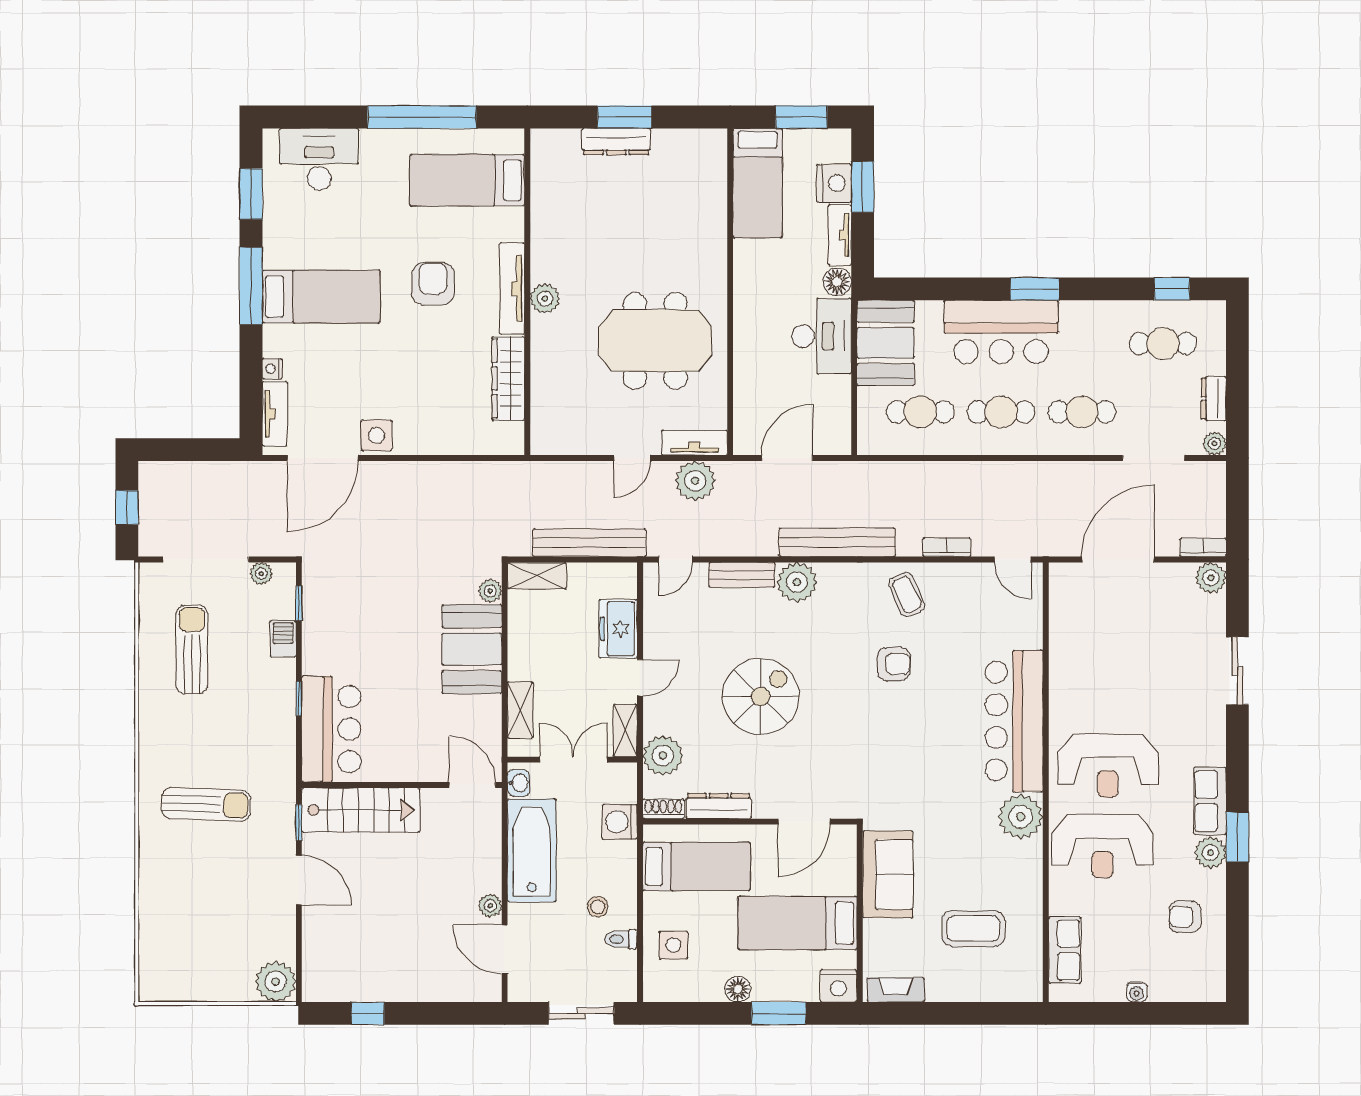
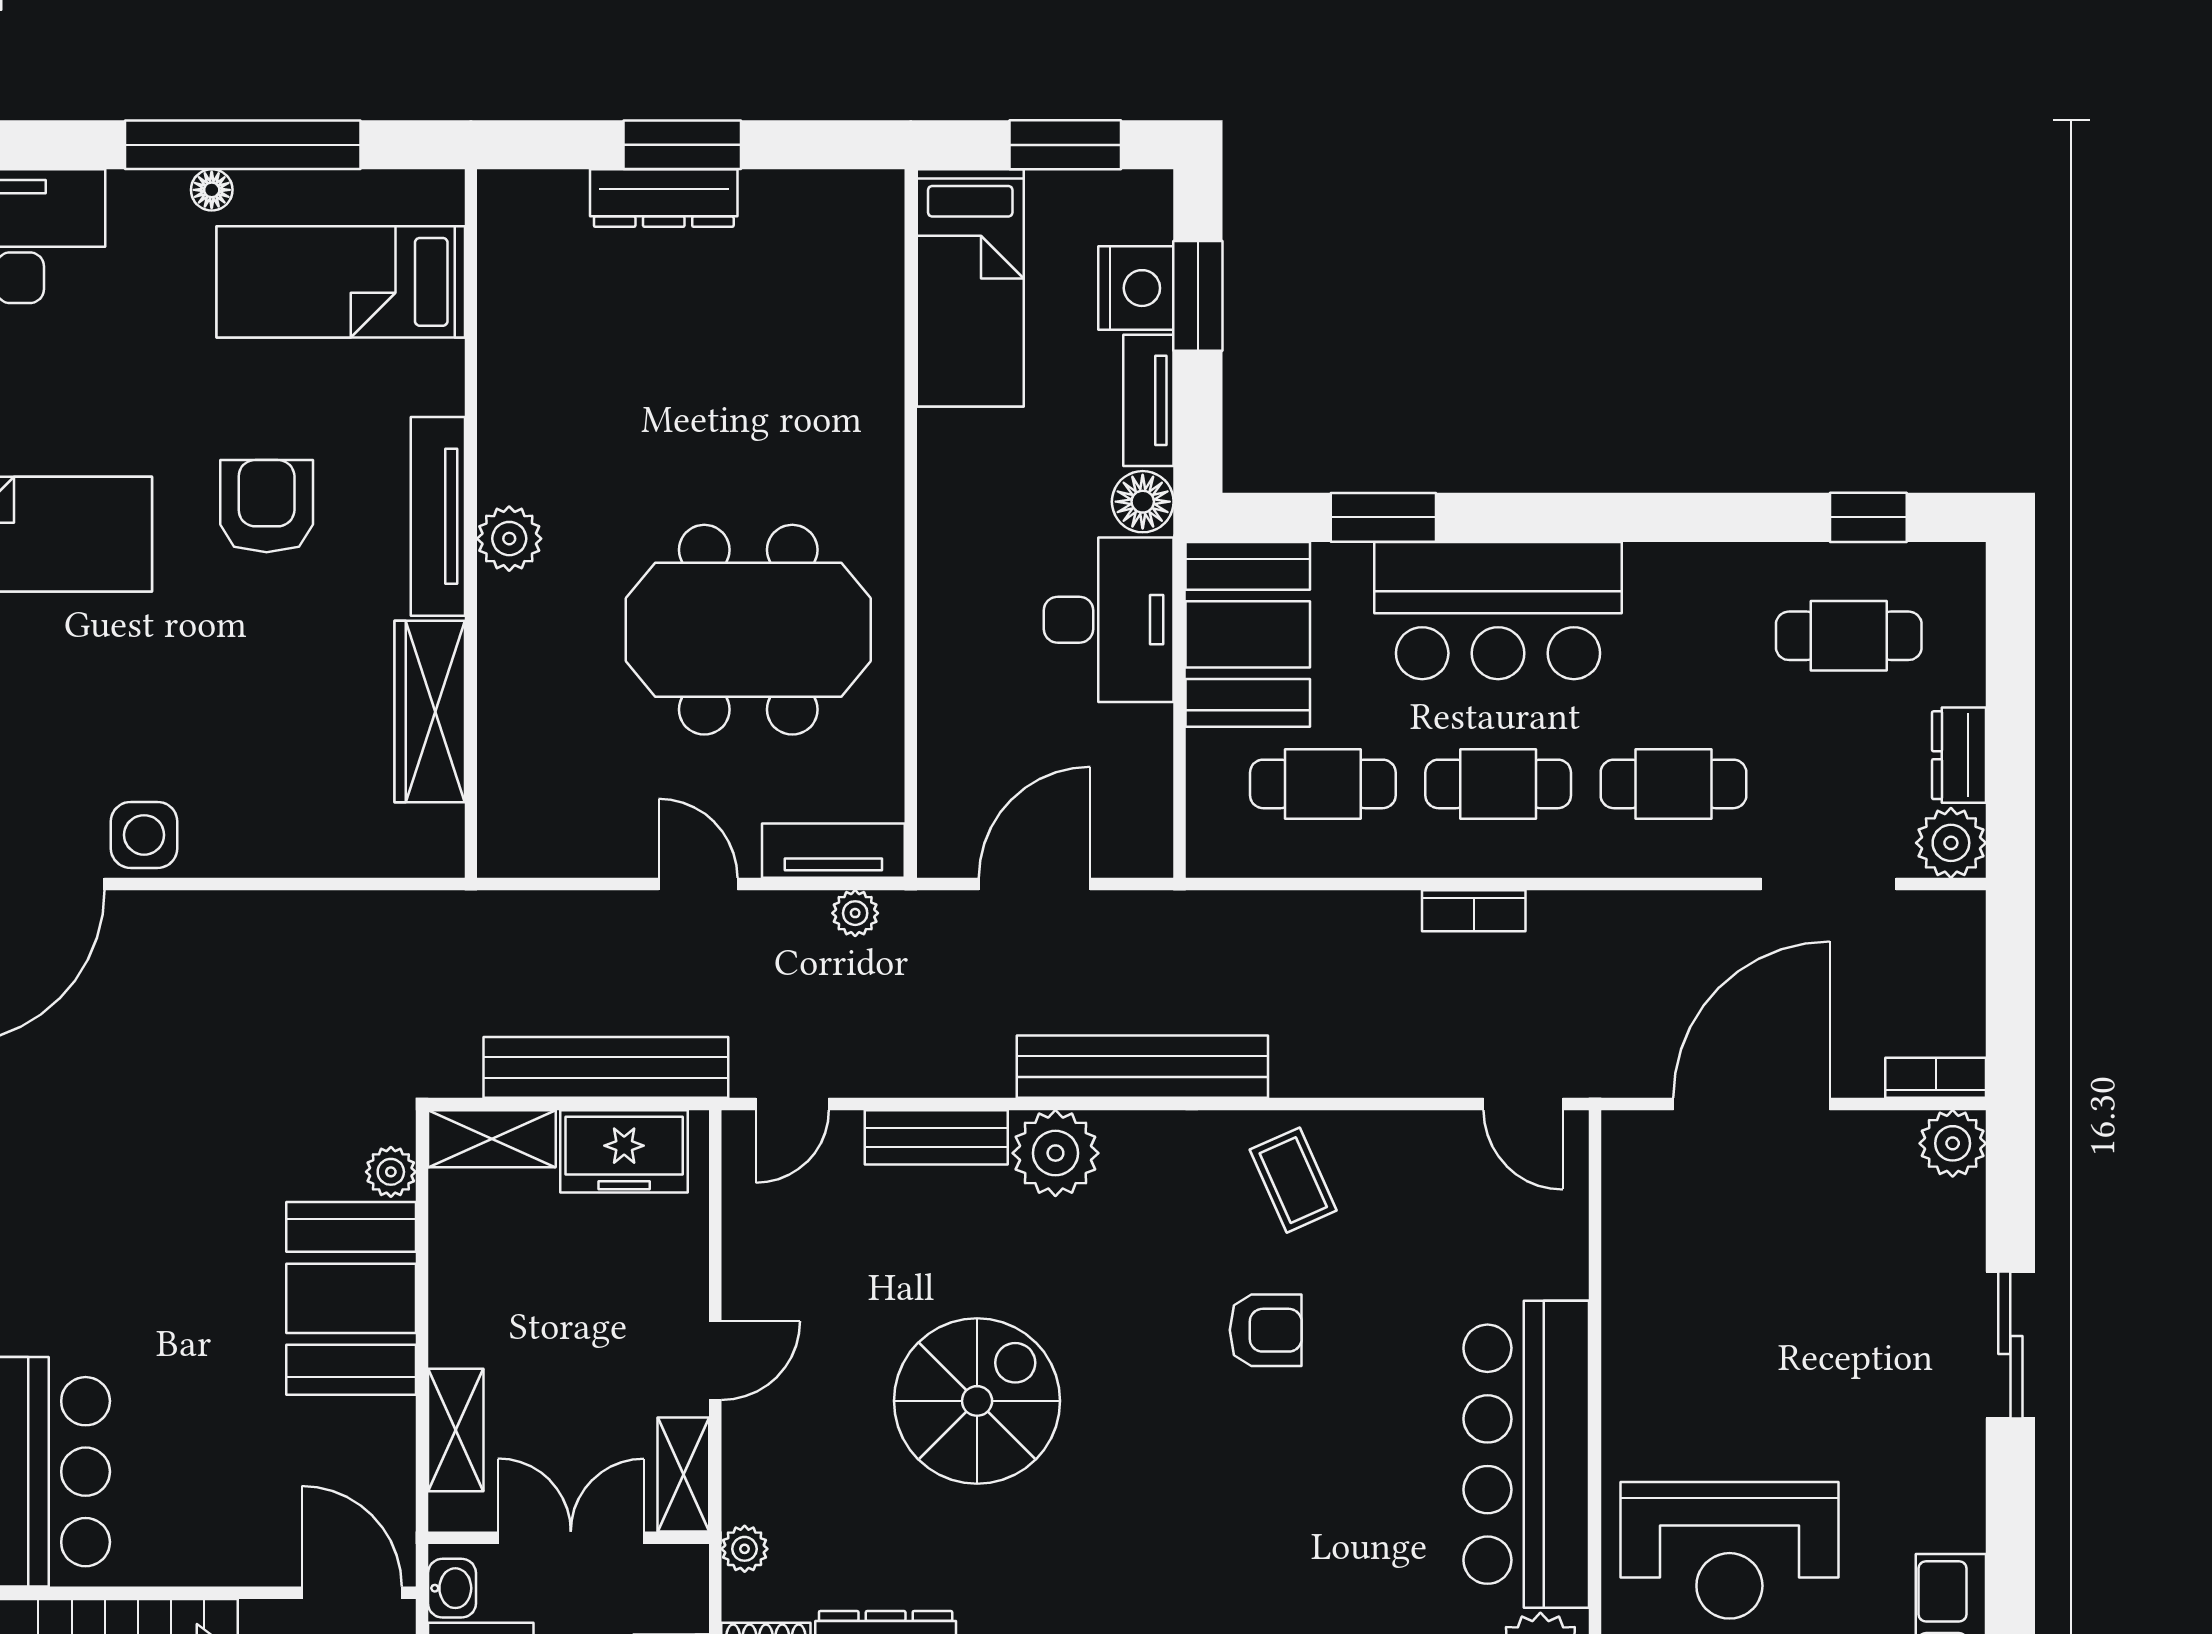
floor lamp: (408, 138) -> (212, 190), added
window: (1035, 289) -> (1383, 517), moved
plant: (1214, 443) -> (1951, 843), width x1.38, depth x1.38
door: (632, 458) -> (698, 884), swing flipped
plant: (695, 481) -> (855, 913), width x0.53, depth x0.53
bookcase: (947, 547) -> (1474, 911), moved, turned 180
freezer: (618, 629) -> (624, 1151), moved, turned -90
plant: (663, 755) -> (745, 1549), width x0.53, depth x0.53

